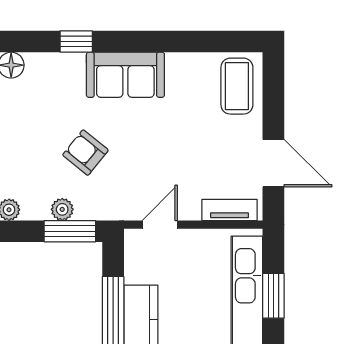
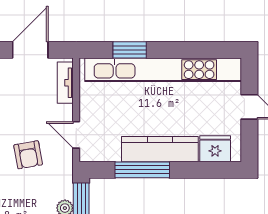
armchair: (85, 153) -> (28, 155), moved, turned -49

